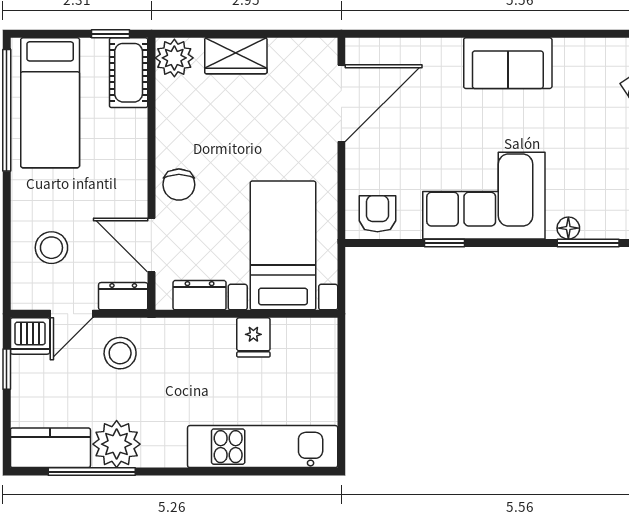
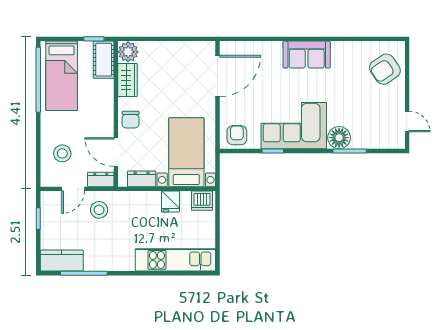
wardrobe: (236, 56) -> (128, 80), moved, turned -90
floor lamp: (568, 228) -> (339, 138), width x1.89, depth x1.89
dishwasher: (30, 336) -> (202, 201), moved
plant: (117, 444) -> (97, 259), removed

